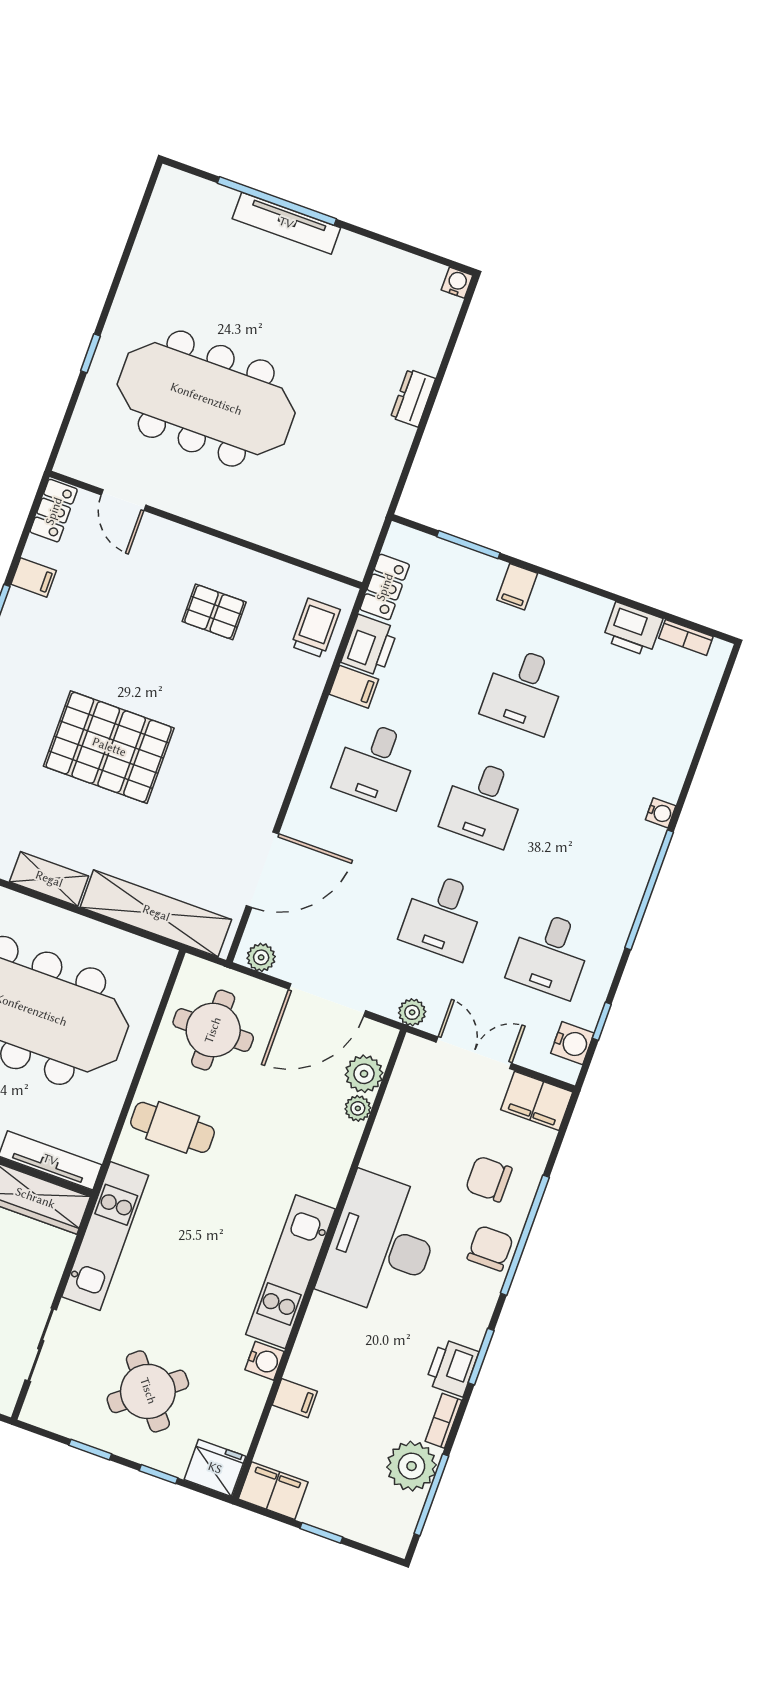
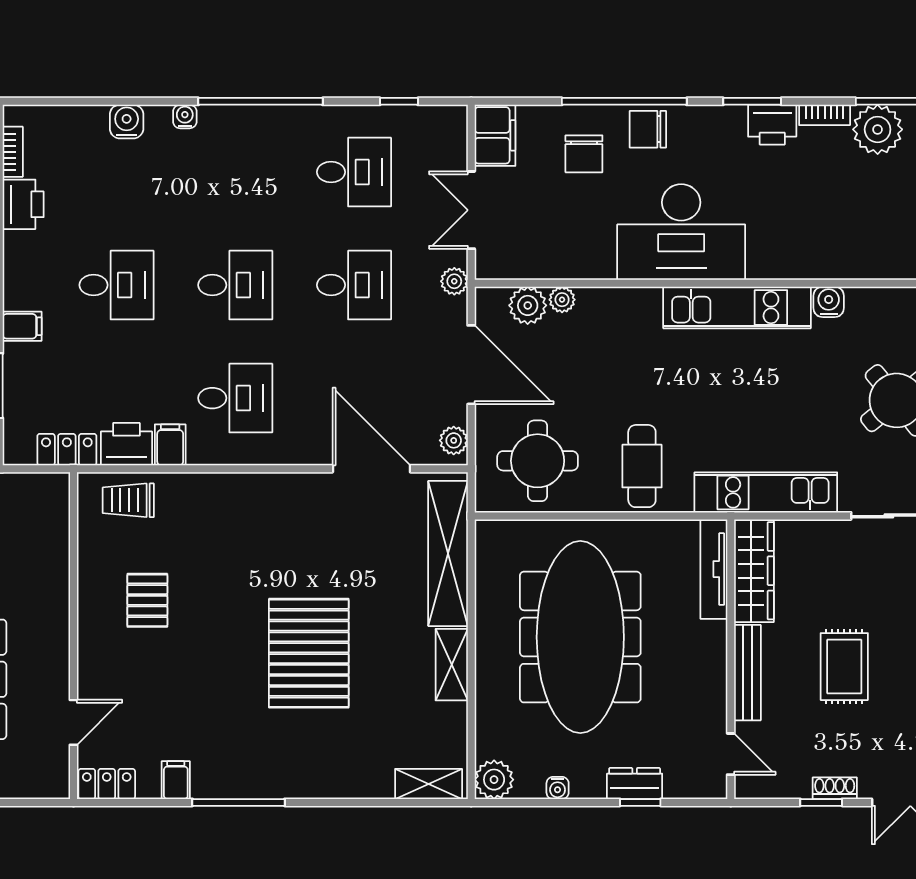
water cooler: (572, 1043) -> (127, 122), moved
filing cabinet: (295, 1398) -> (853, 261), removed

